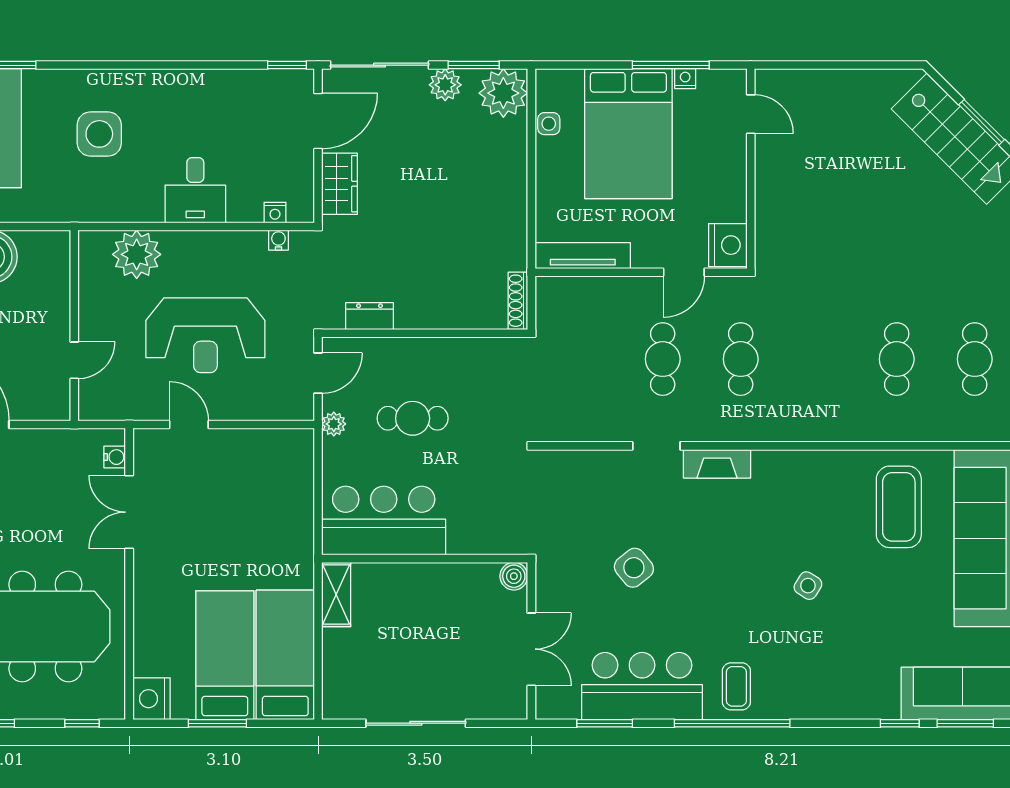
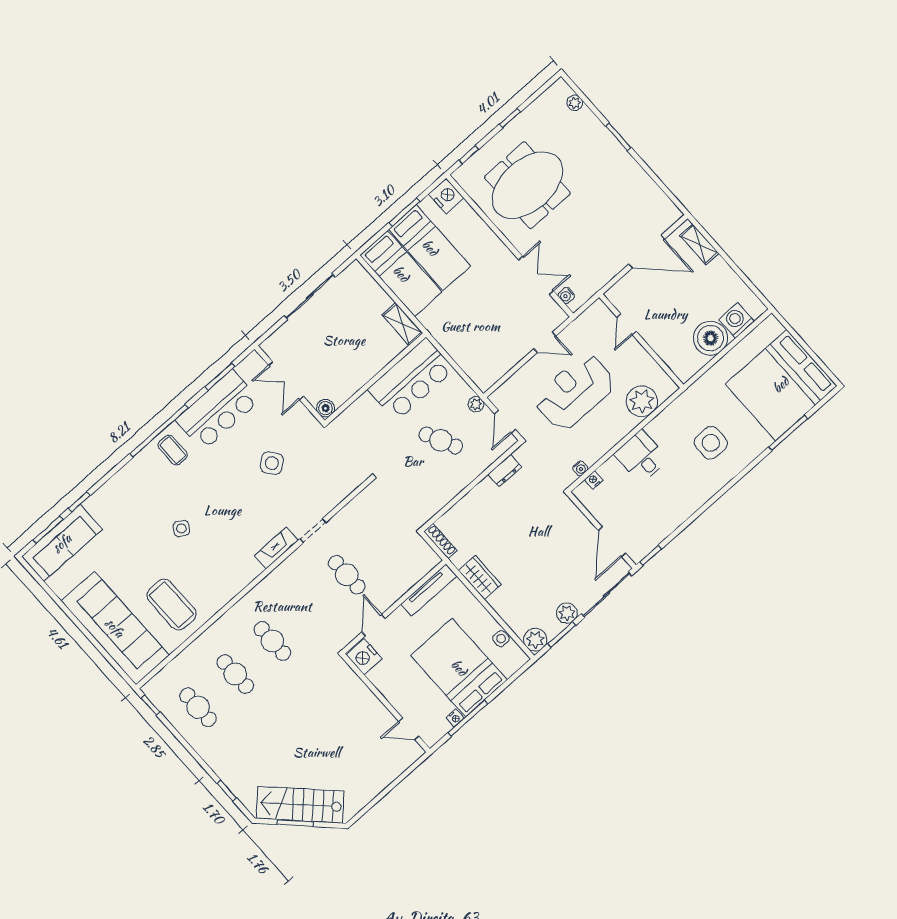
plant: (503, 93) -> (535, 640), width x0.73, depth x0.73
wardrobe: (339, 184) -> (480, 577), moved, turned 180
cafe table: (741, 359) -> (272, 641), moved
cafe table: (413, 418) -> (441, 440), turned 64

